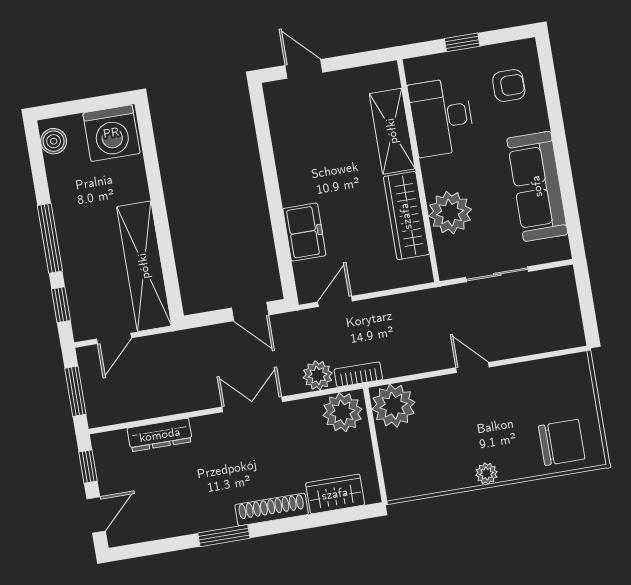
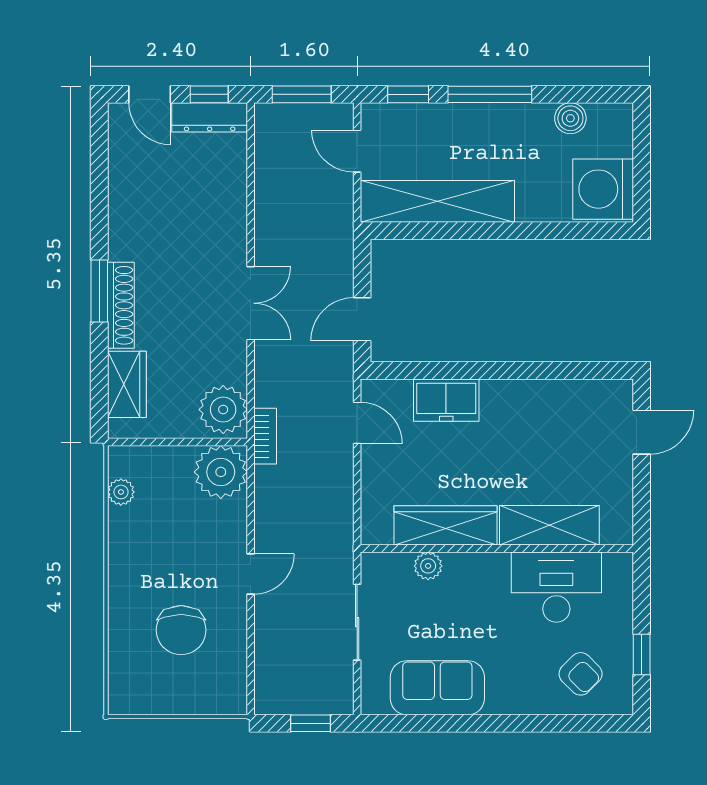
window: (462, 42) -> (642, 654), moved
armchair: (509, 86) -> (581, 674), turned -45
boiler: (54, 141) -> (570, 118), moved
sofa: (537, 186) -> (437, 688), width x0.73
plant: (450, 213) -> (428, 566), width x0.53, depth x0.53
window: (586, 299) -> (310, 723), added
plant: (318, 375) -> (272, 387), removed
dresser: (160, 435) -> (210, 117), moved, turned -90
chair: (562, 442) -> (181, 630), moved
plant: (487, 474) -> (121, 492), moved
window: (224, 536) -> (99, 291), moved

